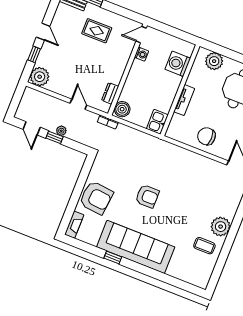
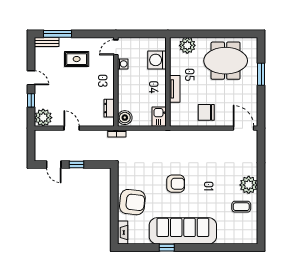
door: (78, 104) -> (72, 128), moved
plant: (61, 131) -> (80, 156), removed

